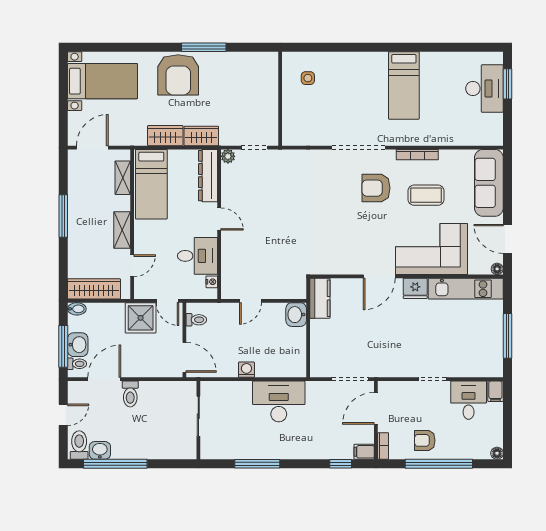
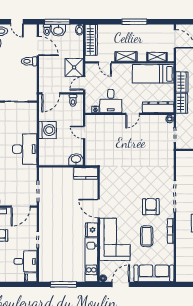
washing machine: (246, 370) -> (48, 130), width x1.89, depth x1.89
door: (376, 408) -> (21, 207), swing flipped

